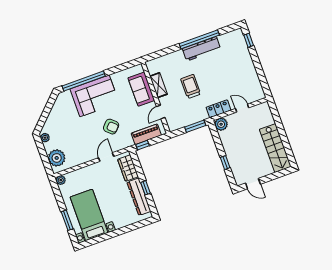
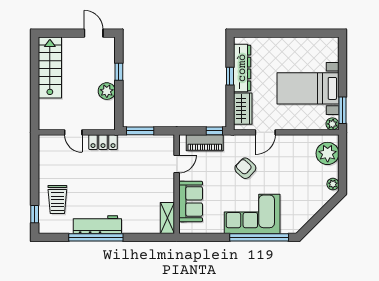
shelving: (158, 85) -> (167, 218), moved
trolley: (191, 87) -> (57, 199), moved
plant: (221, 124) -> (107, 91), moved
bed with nightstands: (89, 215) -> (308, 88), moved, turned 90
window: (67, 220) -> (343, 110), moved

